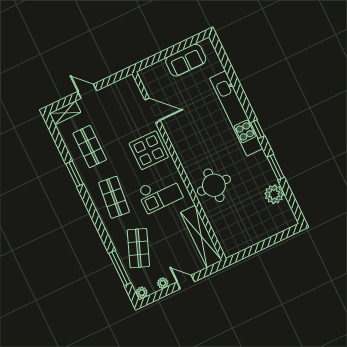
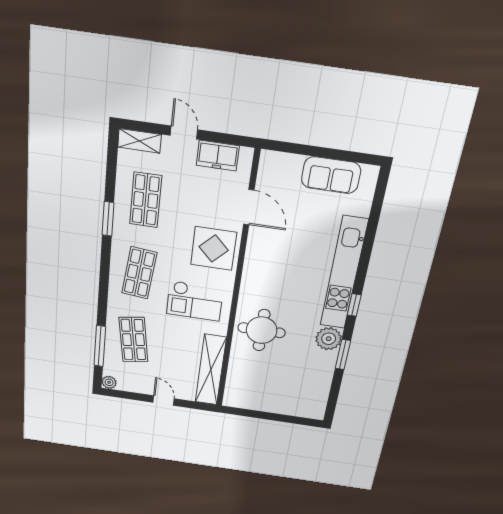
freezer: (115, 92) -> (218, 156), added
plant: (274, 194) -> (329, 339), moved
shop shelf: (138, 248) -> (133, 340), turned -30
plant: (163, 283) -> (138, 387), removed

